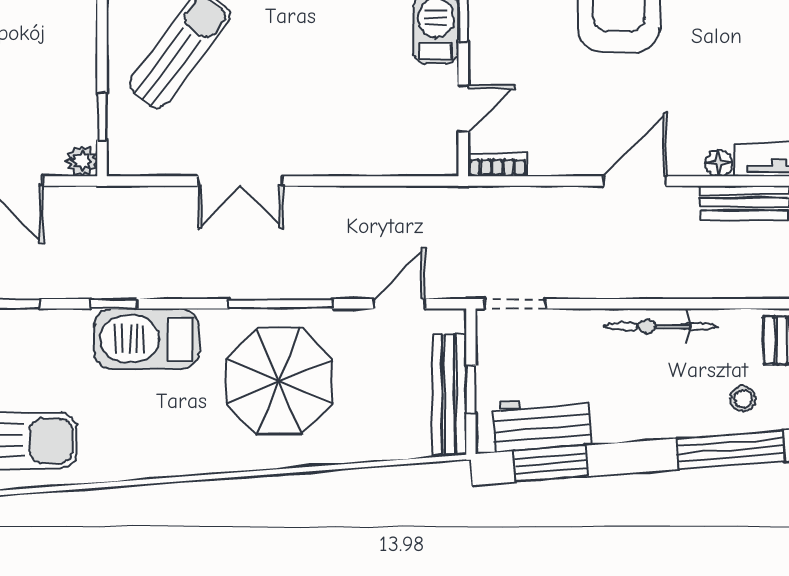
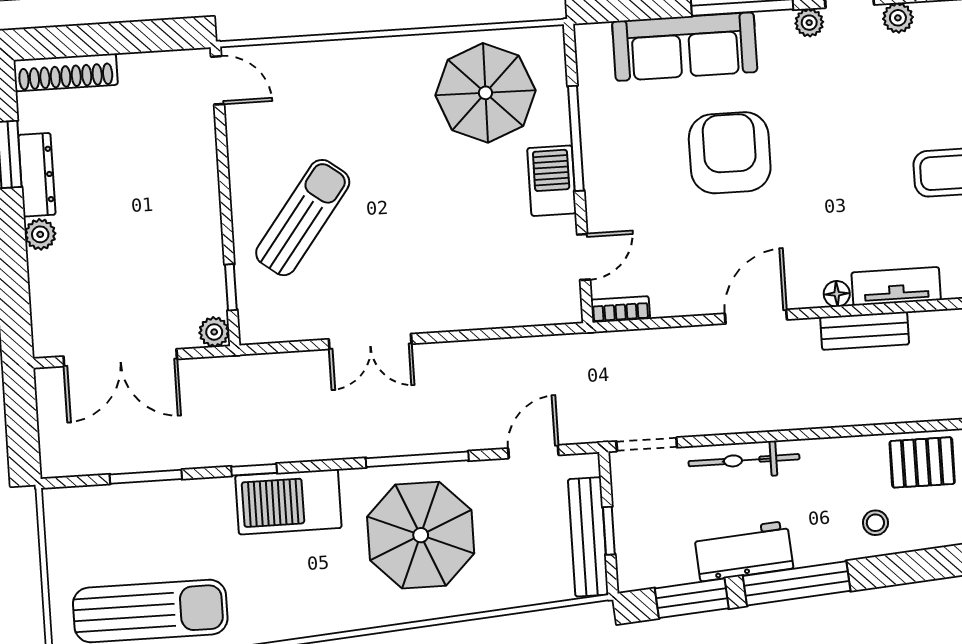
bicycle: (660, 326) -> (744, 460), moved
workbench: (542, 424) -> (744, 551), moved
window: (730, 450) -> (797, 583), moved

